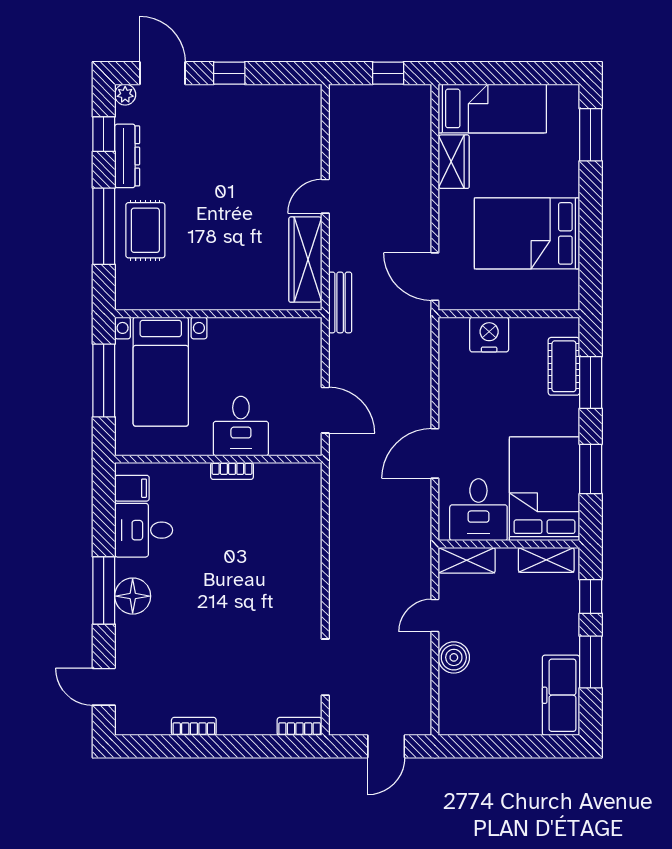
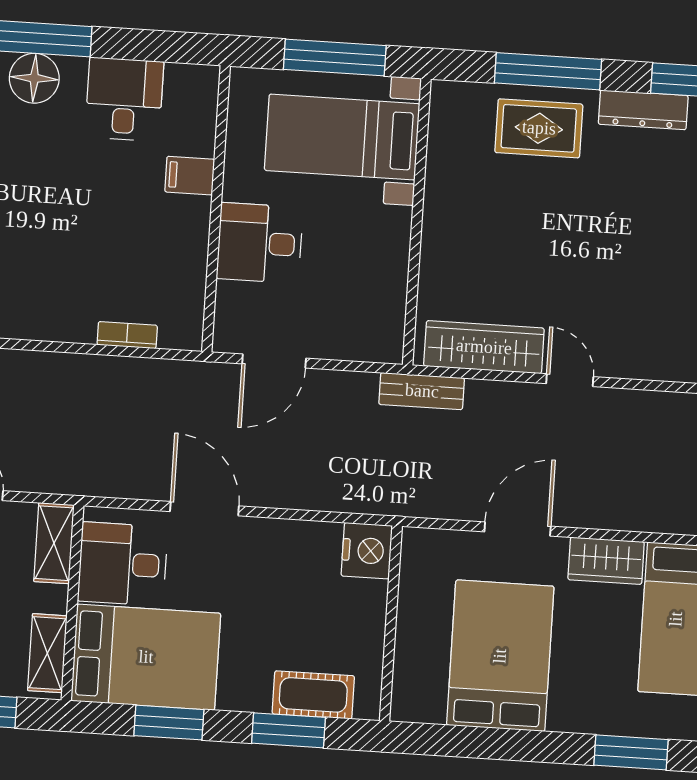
door: (435, 277) -> (518, 529), moved
nightstand: (489, 334) -> (367, 551), moved
bookcase: (232, 471) -> (127, 335), moved, turned 90
filing cabinet: (132, 488) -> (190, 176), moved, turned 90

